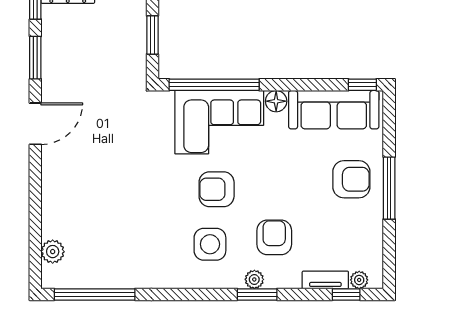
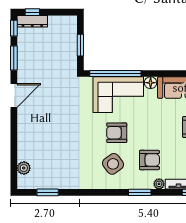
armchair: (274, 237) -> (149, 160), turned 90
side table: (210, 244) -> (113, 164), turned -37
plant: (254, 279) -> (159, 184), moved
window: (95, 294) -> (48, 192), width x0.47

